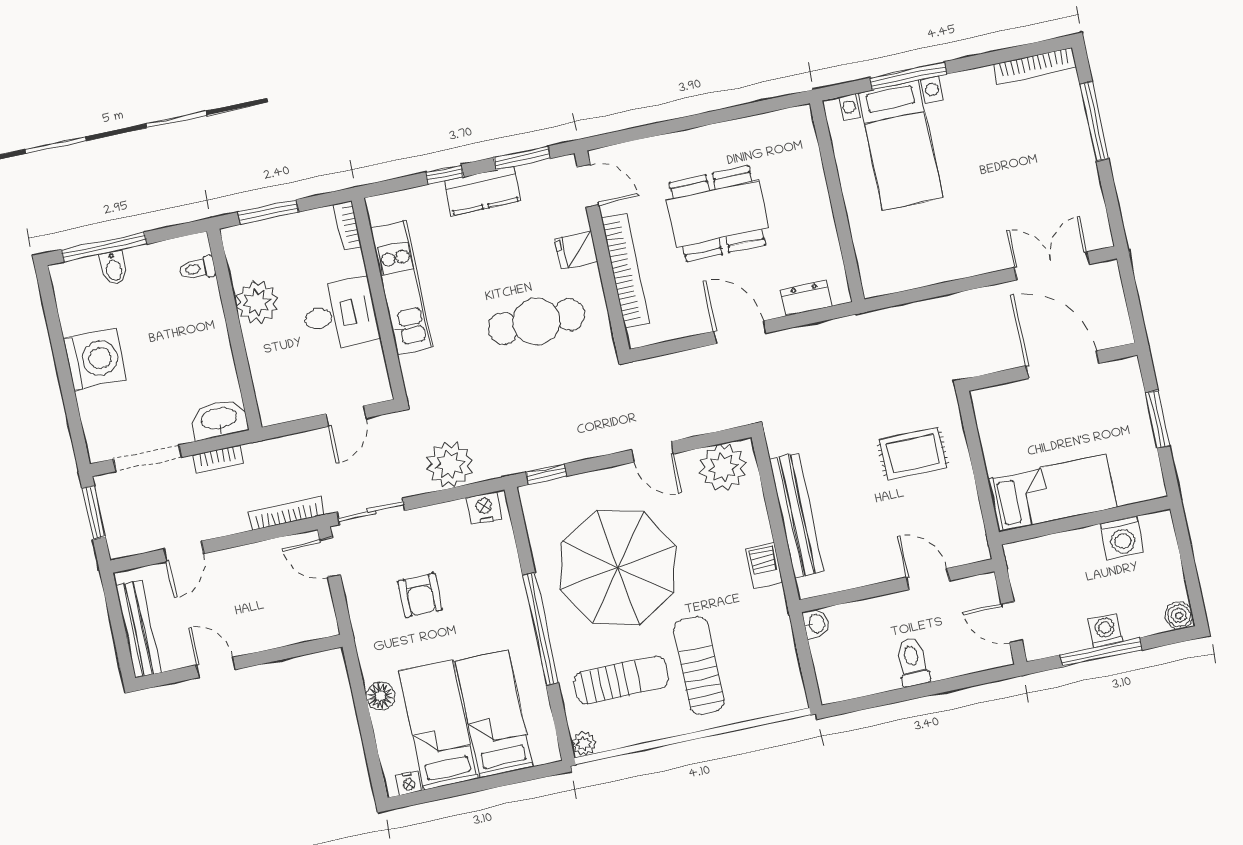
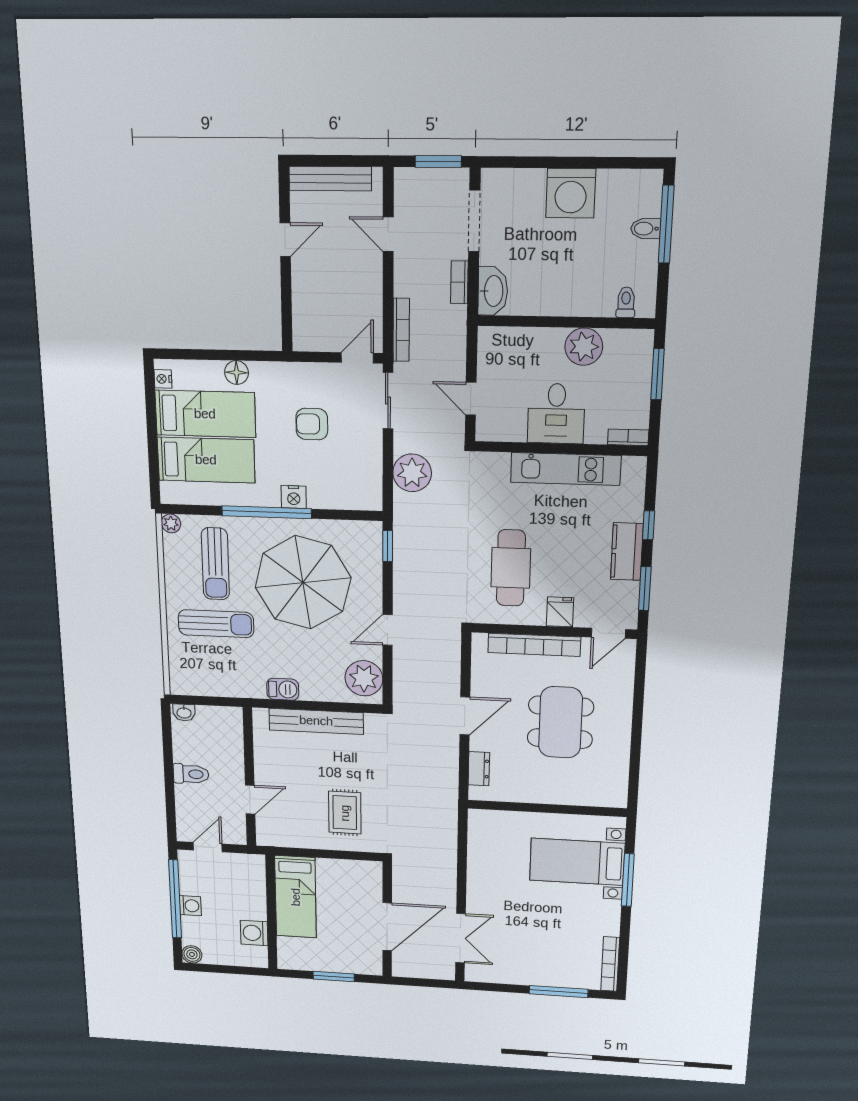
nightstand: (484, 508) -> (294, 497), moved, turned 90
washbasin: (816, 624) -> (184, 713), moved
window: (1101, 652) -> (175, 899), width x1.46

